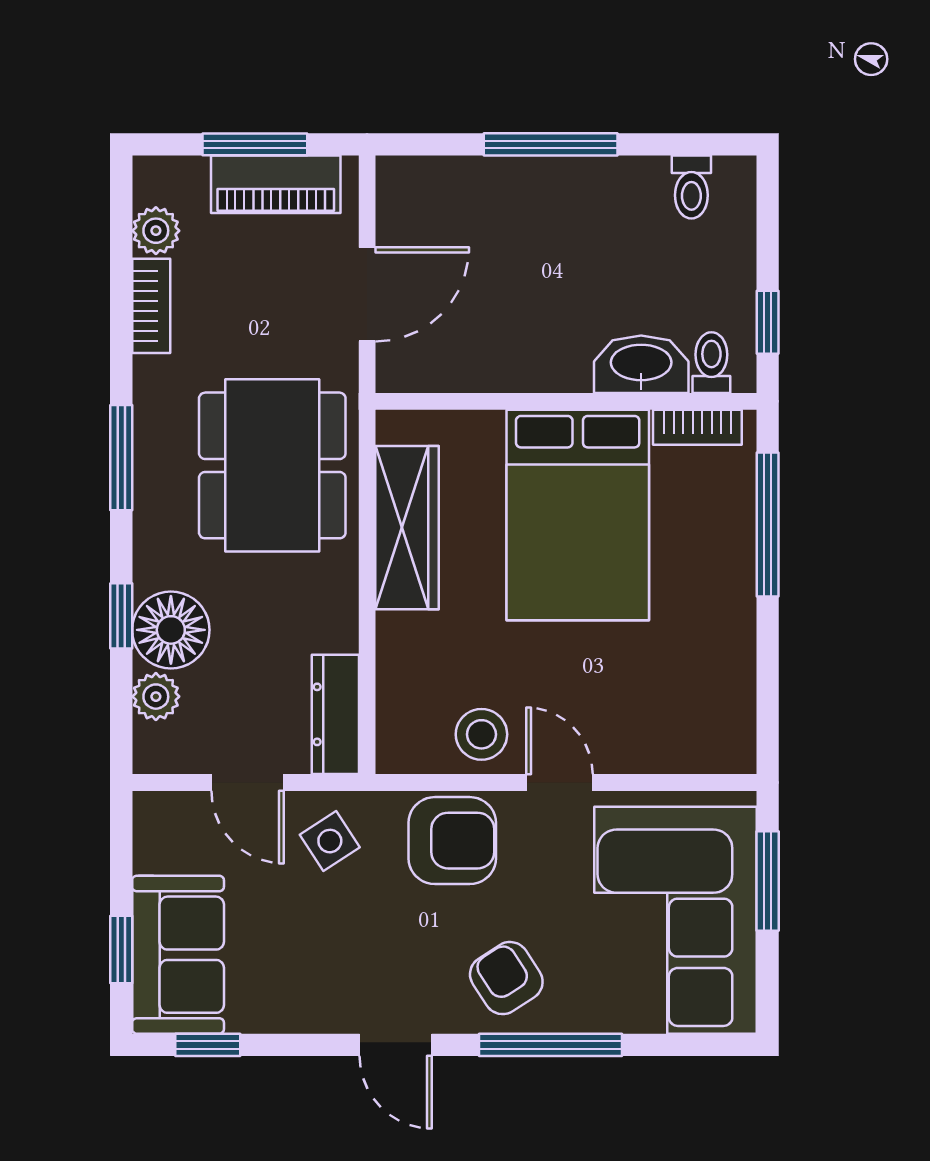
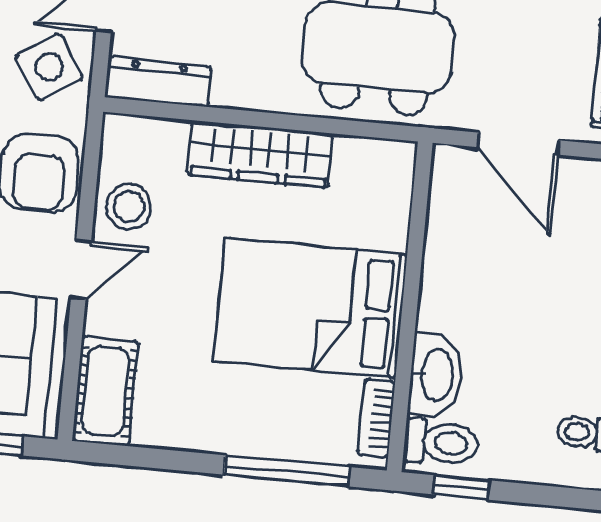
toilet: (711, 363) -> (441, 443), width x1.37, depth x1.39
wardrobe: (407, 528) -> (260, 154), moved
cot: (696, 741) -> (105, 391), added
side table: (330, 841) -> (49, 67), width x1.37, depth x1.37

